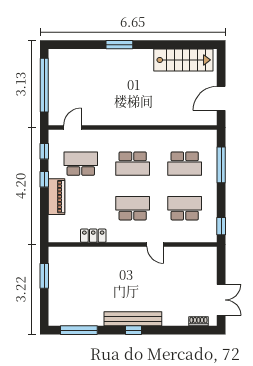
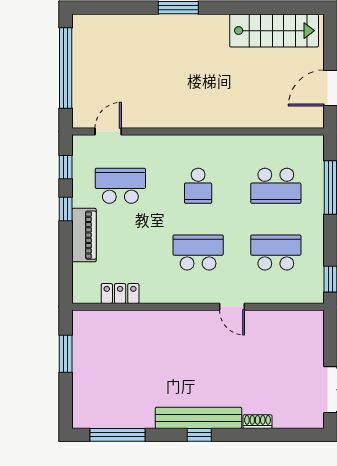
school desk: (133, 164) -> (198, 186), width x0.54
locker: (93, 236) -> (120, 293), moved
shoe rack: (198, 321) -> (258, 422), moved

